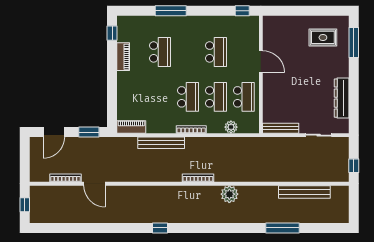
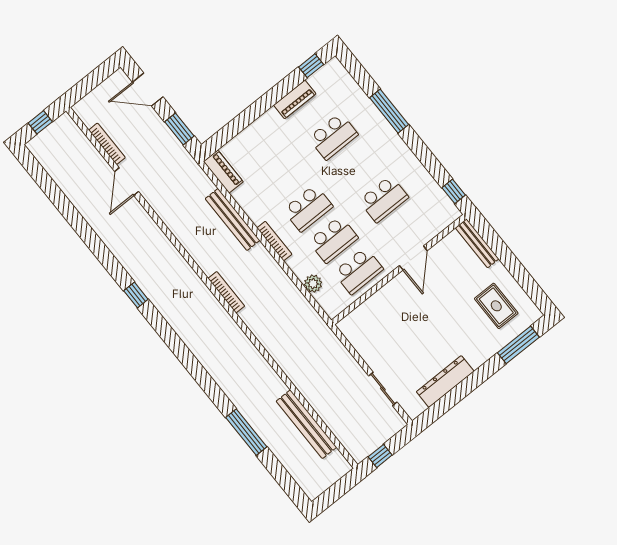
bench: (281, 128) -> (477, 243), moved
plant: (229, 194) -> (236, 342), removed

